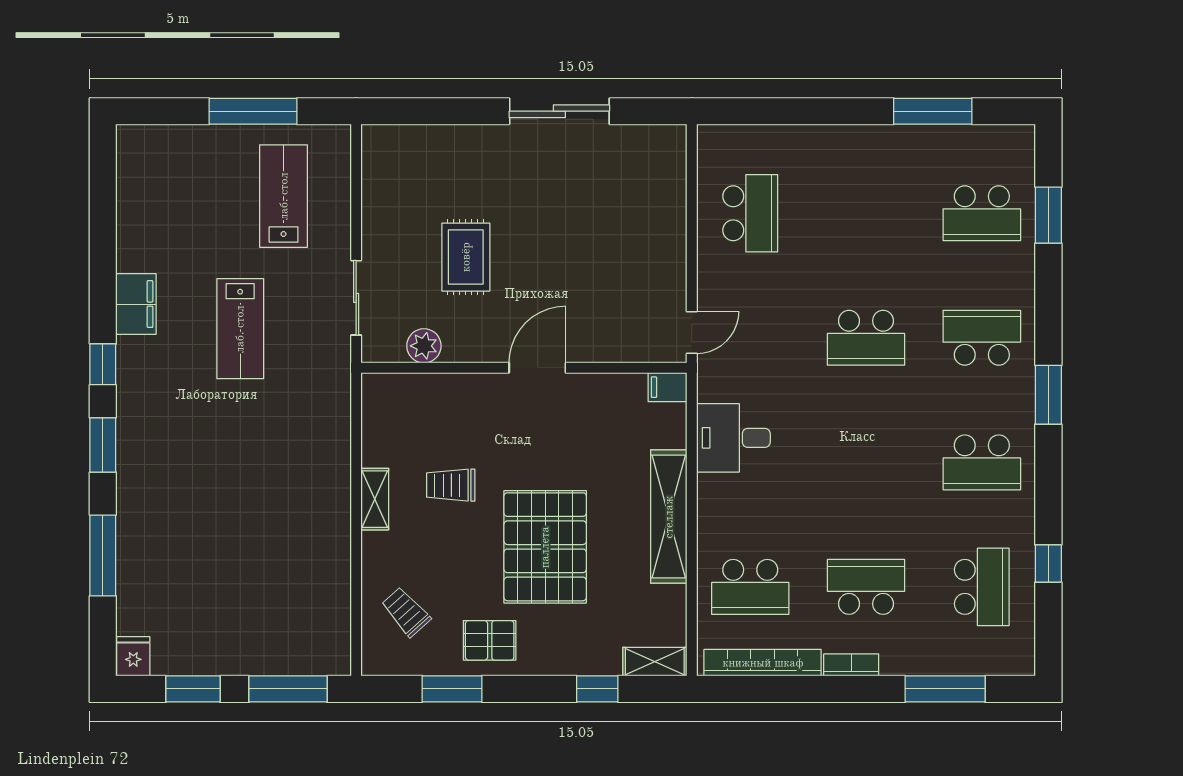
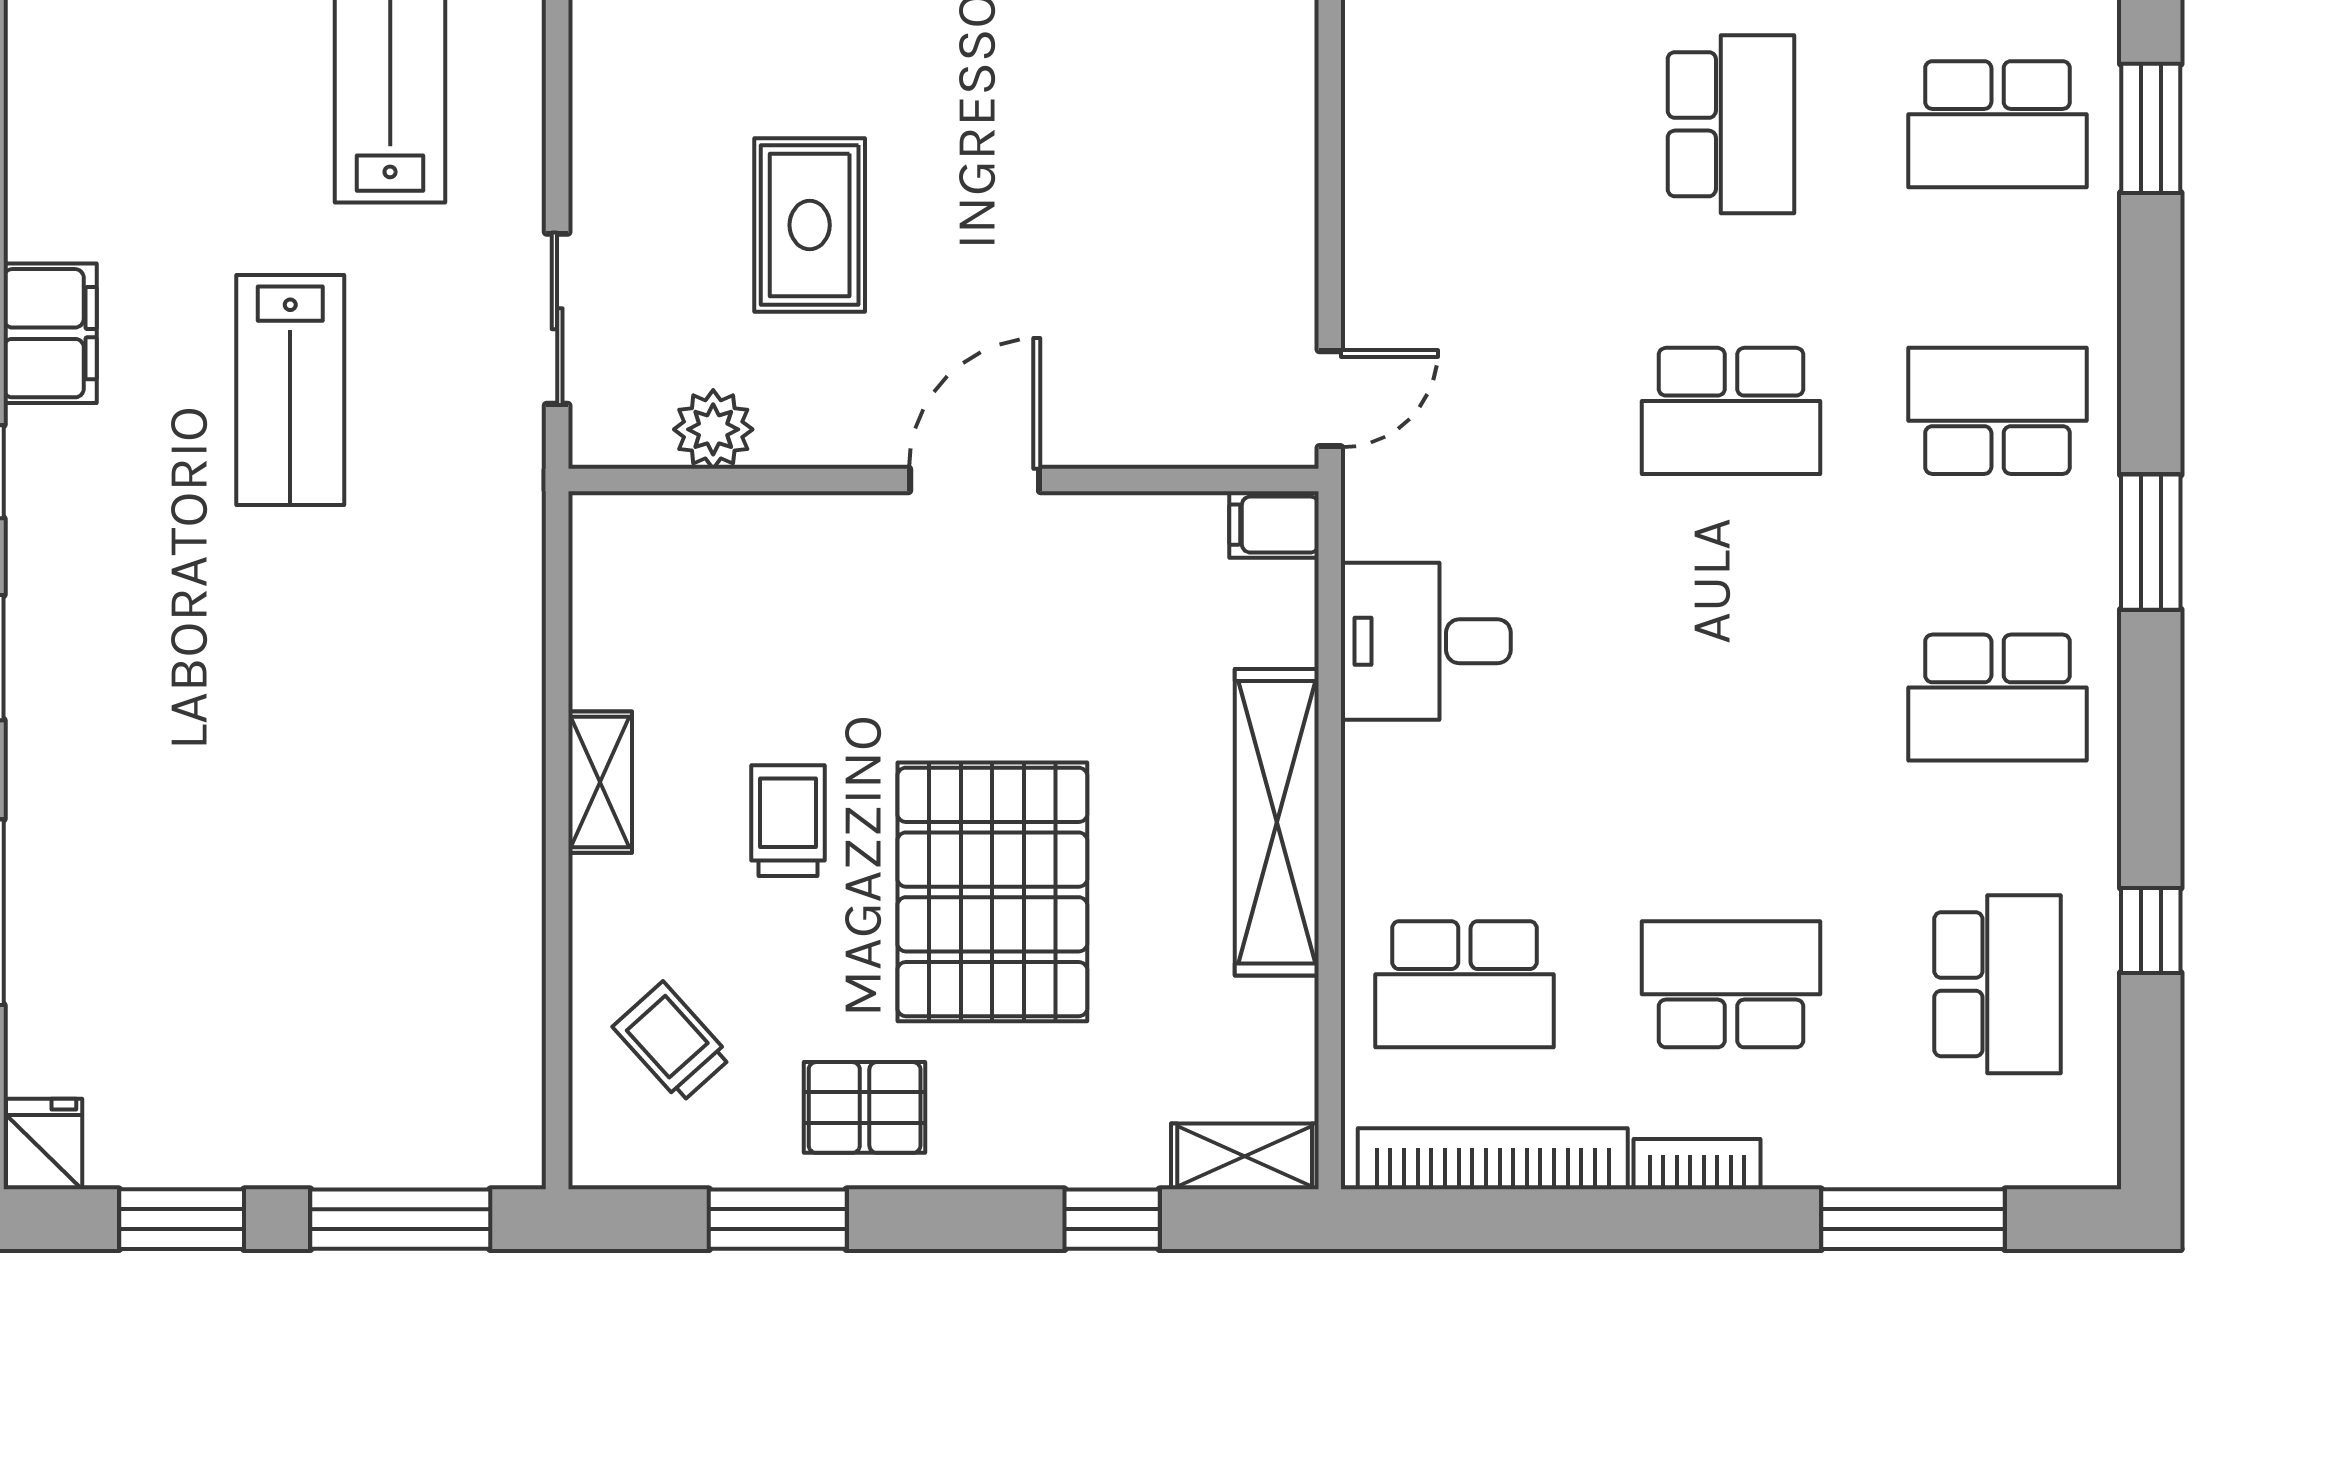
school desk: (750, 213) -> (1731, 124), moved
trolley: (451, 485) -> (788, 821), moved, turned 90

